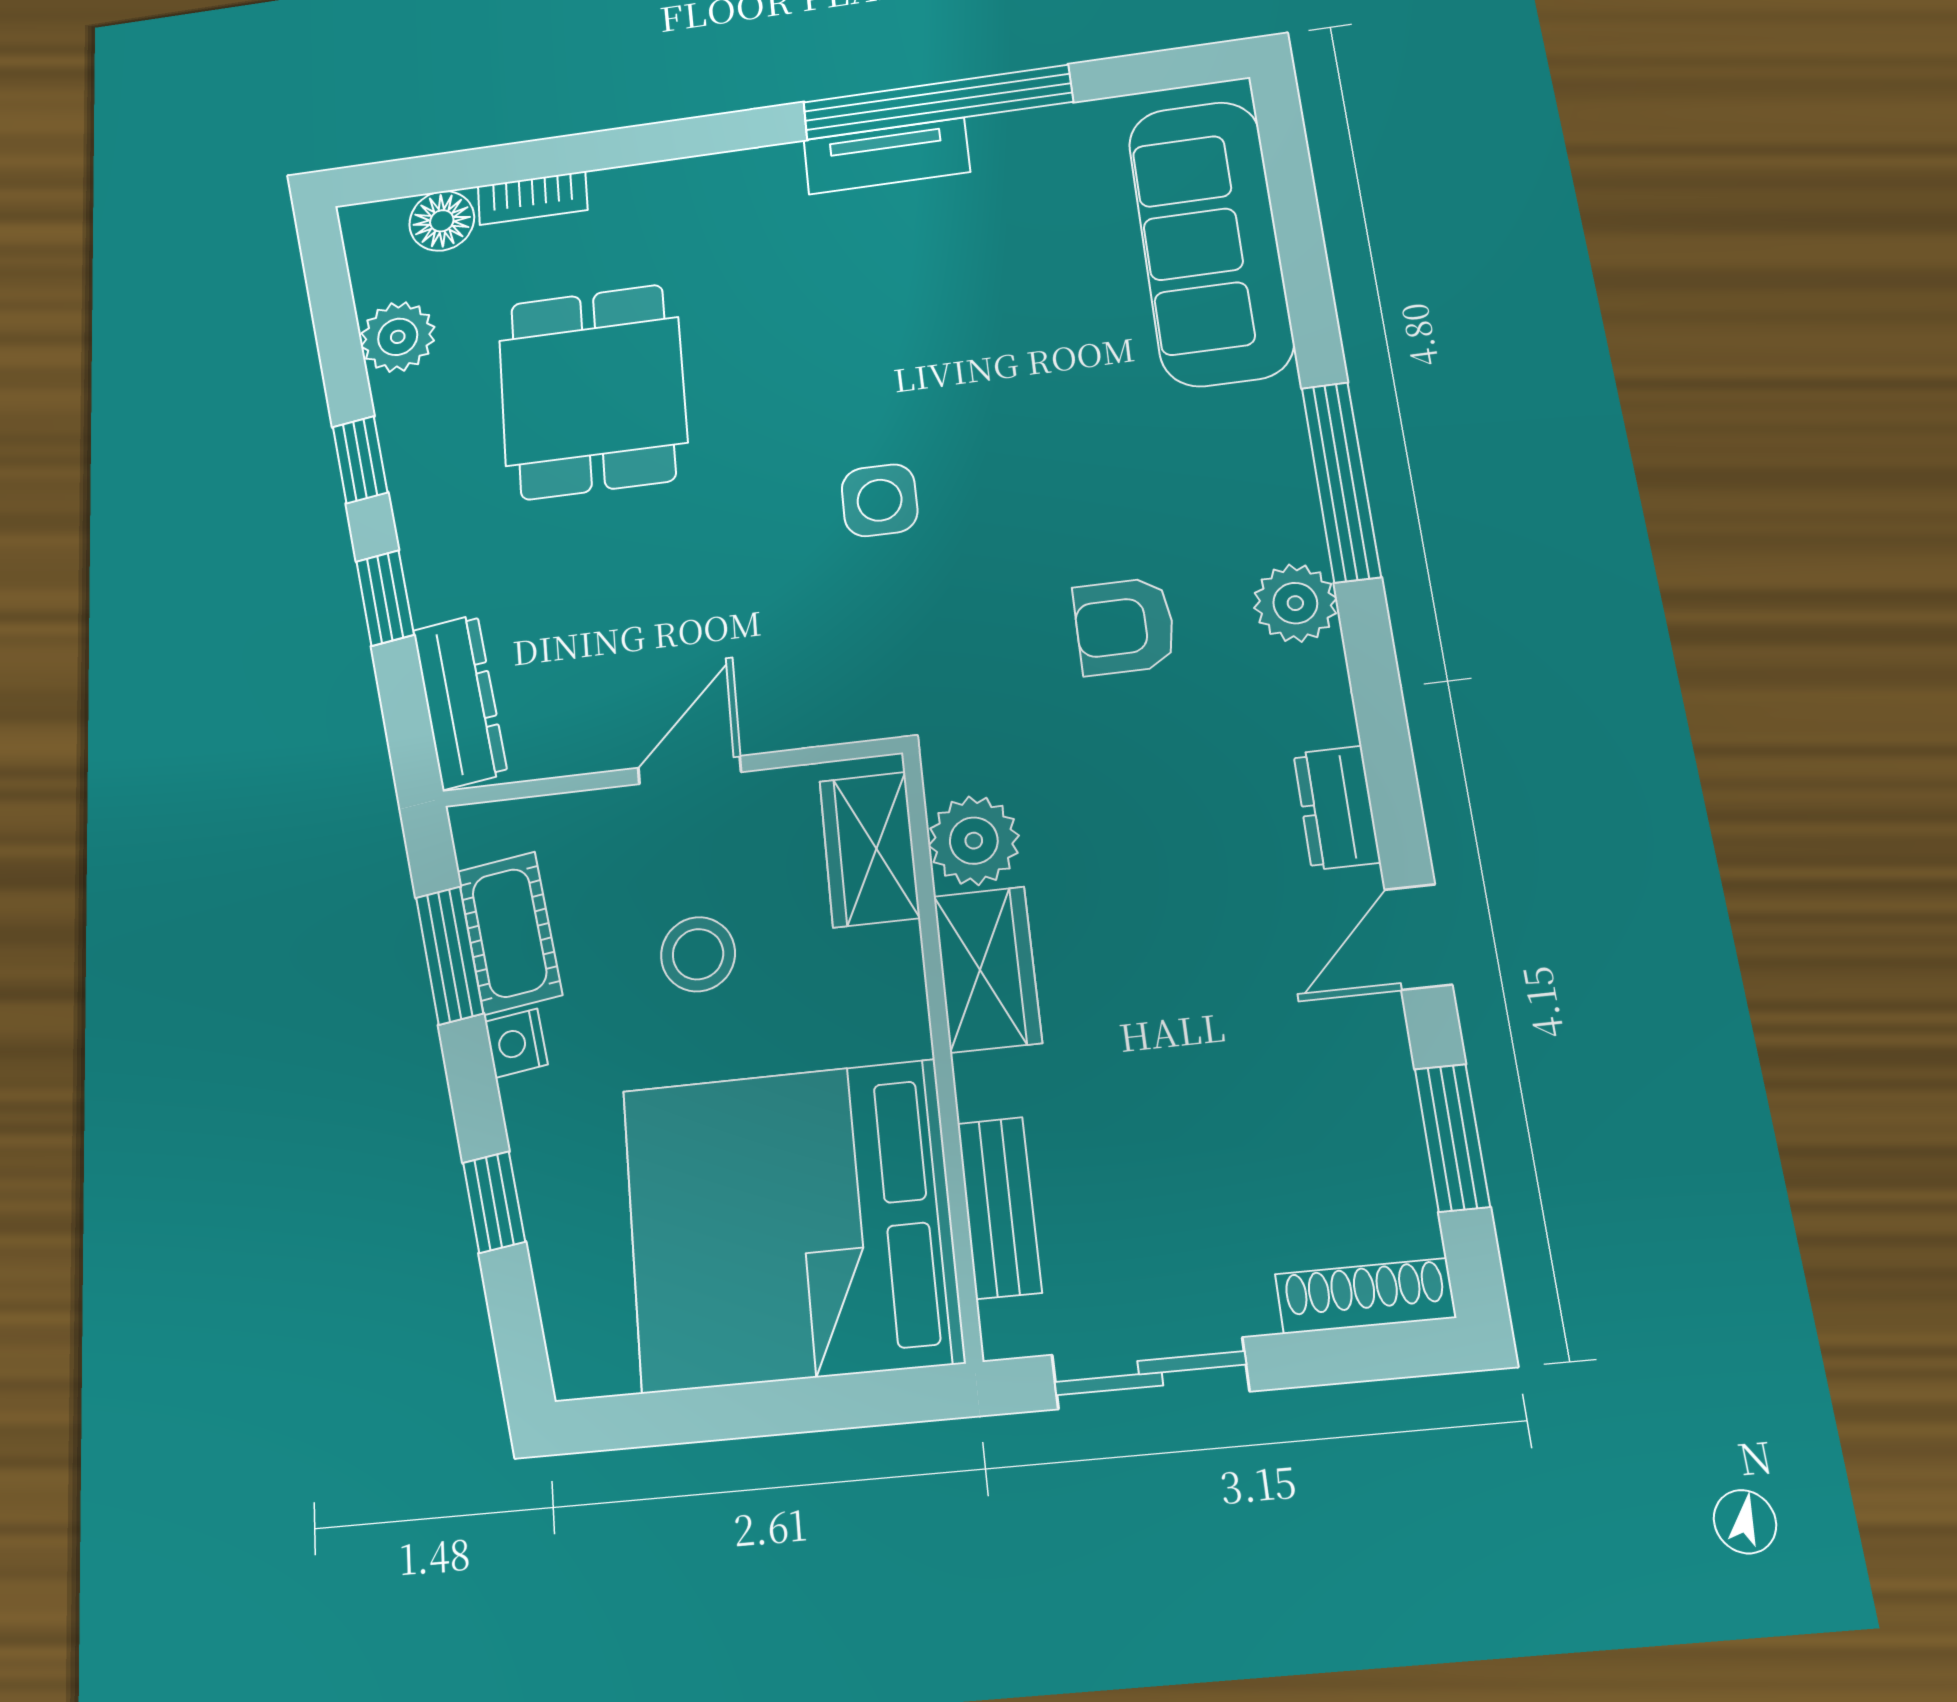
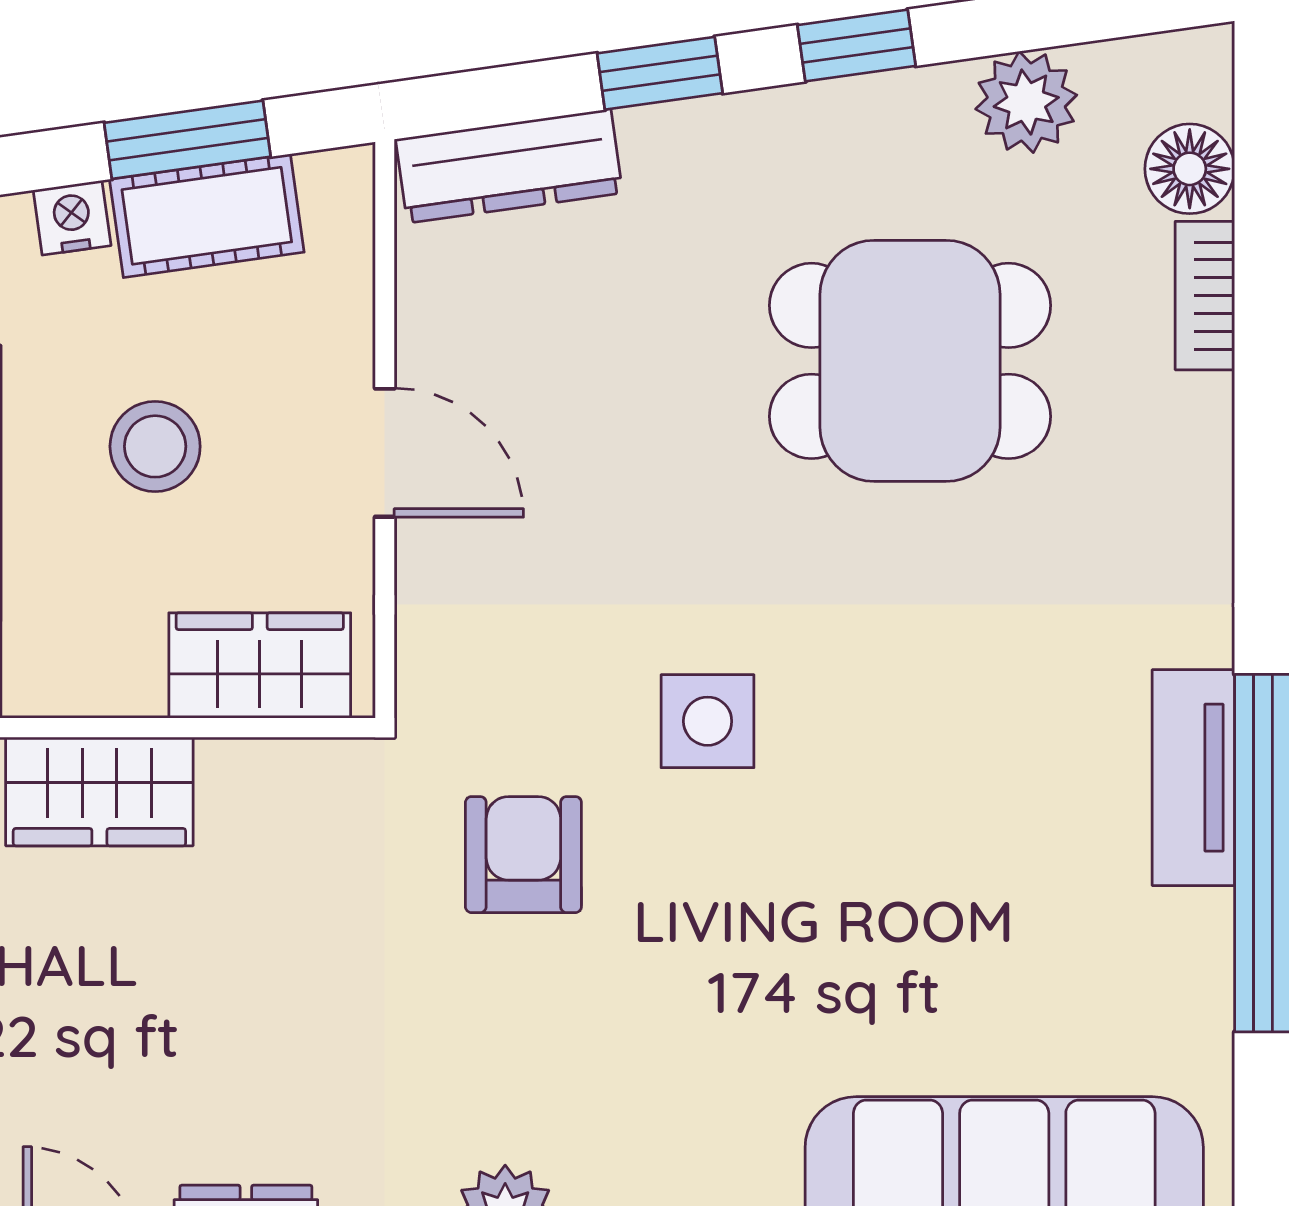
armchair: (1125, 626) -> (523, 855), moved
plant: (974, 841) -> (256, 792), removed

